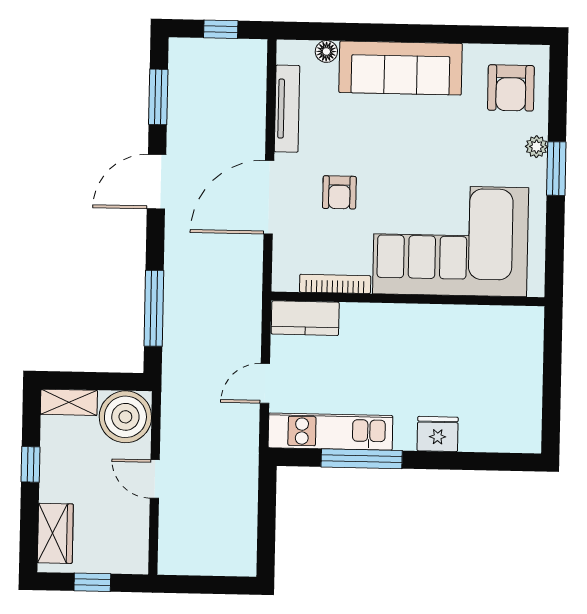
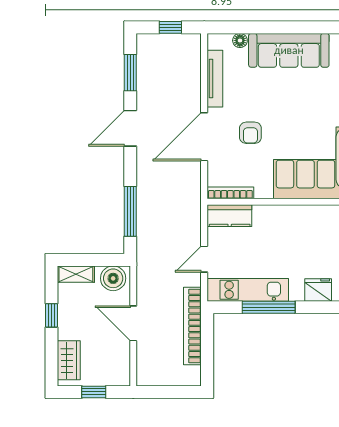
bookcase: (335, 284) -> (230, 193), moved
boiler: (125, 417) -> (113, 278), width x0.73, depth x0.73
door: (155, 479) -> (133, 323), width x1.38
bookcase: (245, 485) -> (192, 326), added

